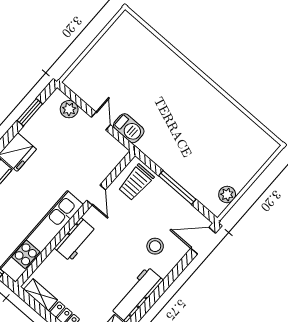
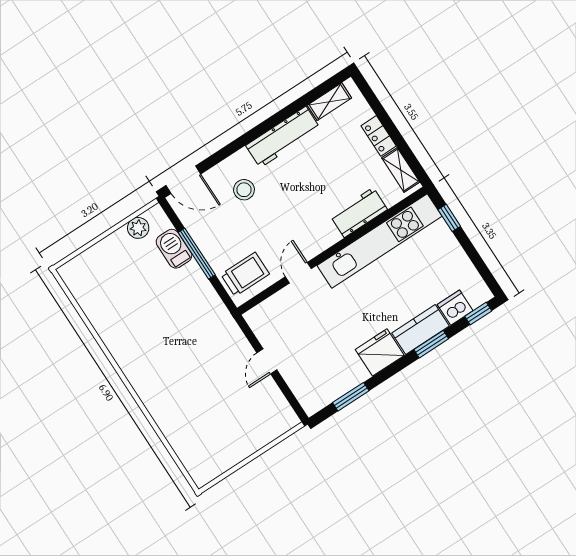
plant: (69, 109) -> (302, 387), removed
barbecue: (129, 128) -> (174, 249), moved
workbench: (75, 240) -> (359, 212), moved

